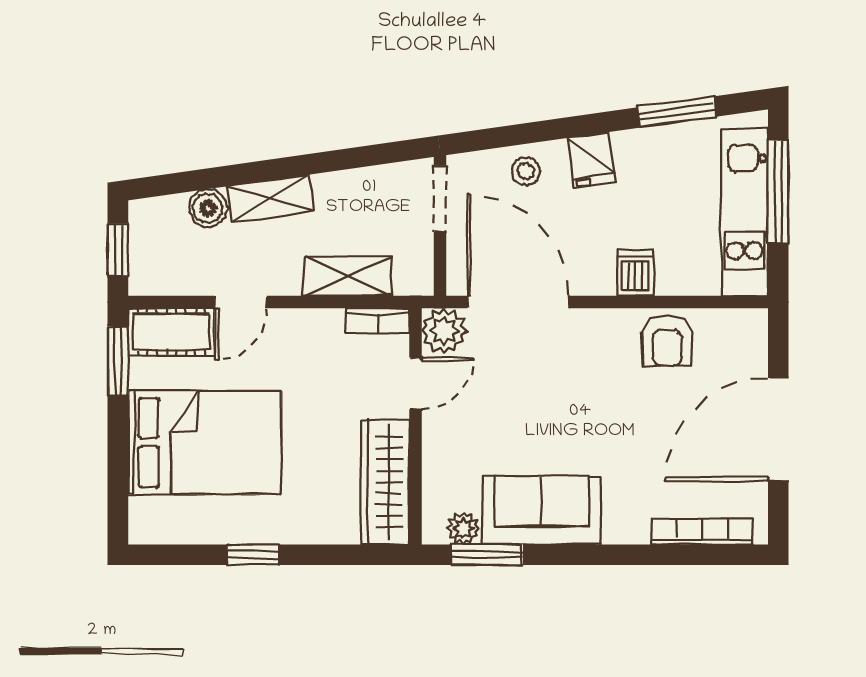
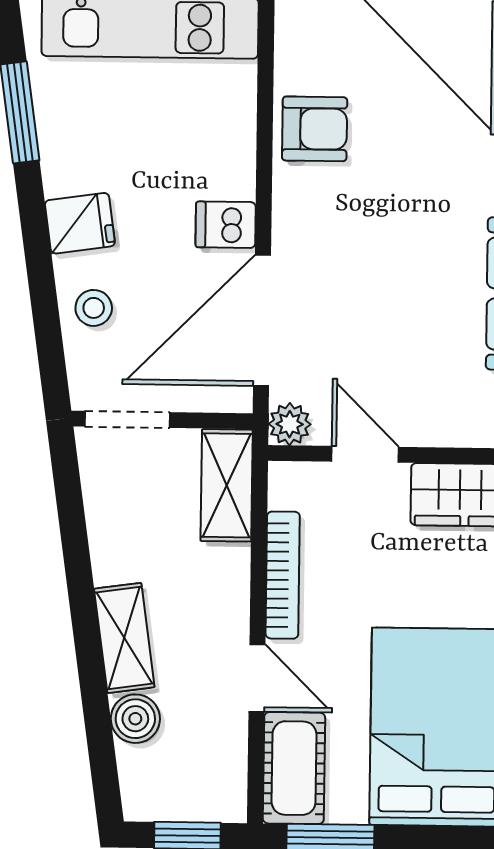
dishwasher: (635, 273) -> (226, 225), moved
shelving: (348, 276) -> (227, 485), moved
bookcase: (378, 321) -> (283, 575), moved, width x1.56
plant: (444, 331) -> (290, 424), width x0.73, depth x0.73

